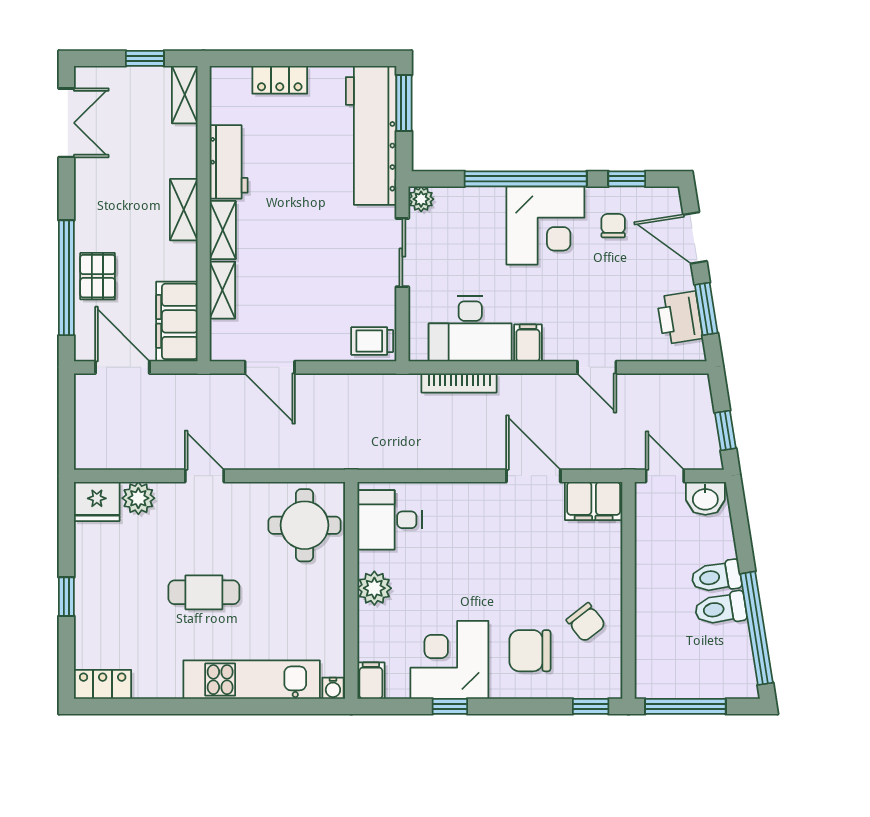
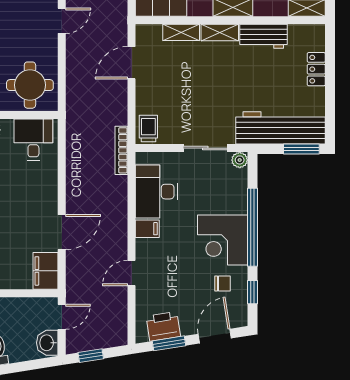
bookcase: (459, 383) -> (121, 150), moved

